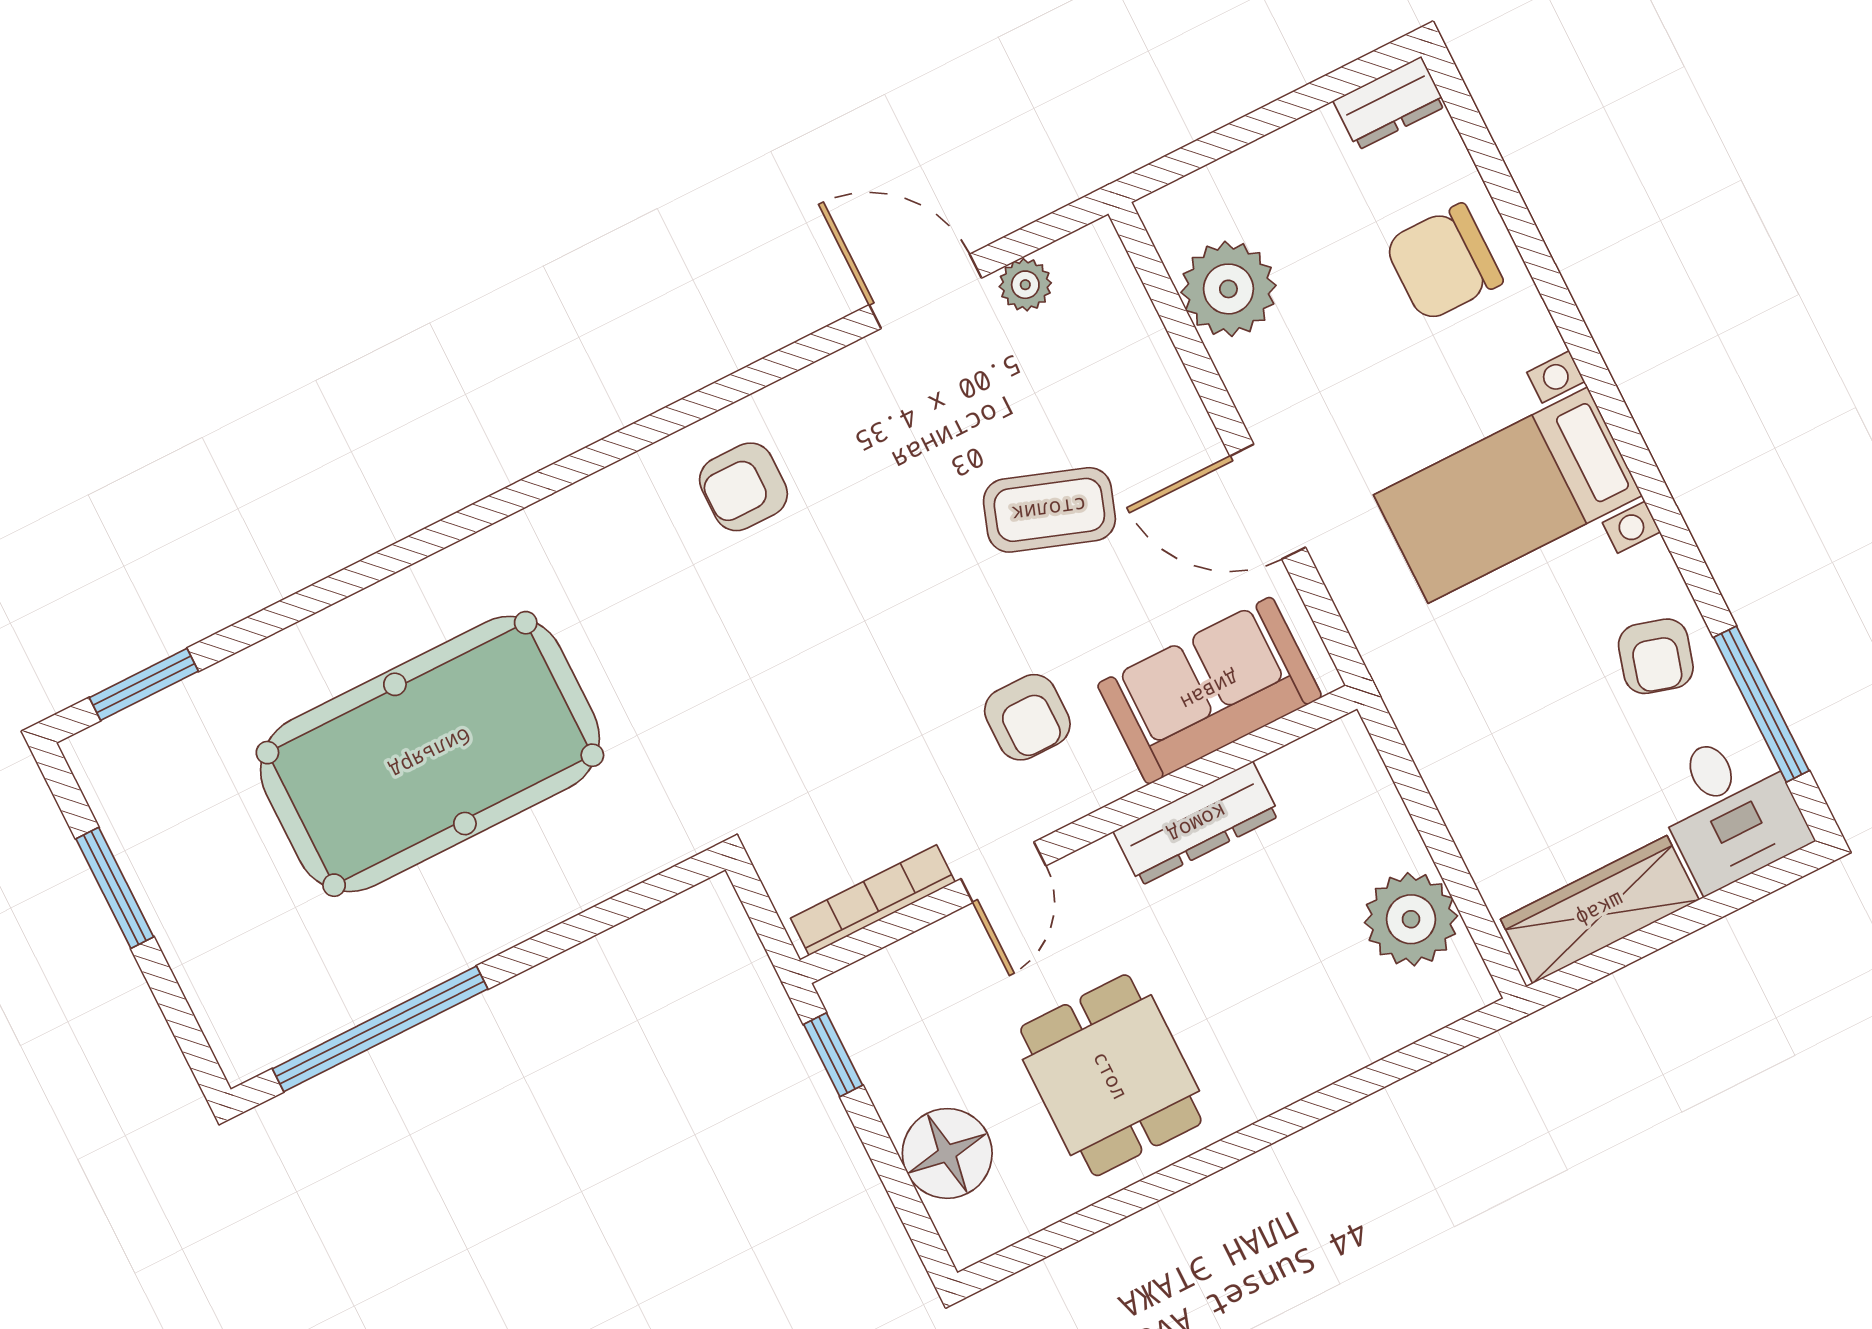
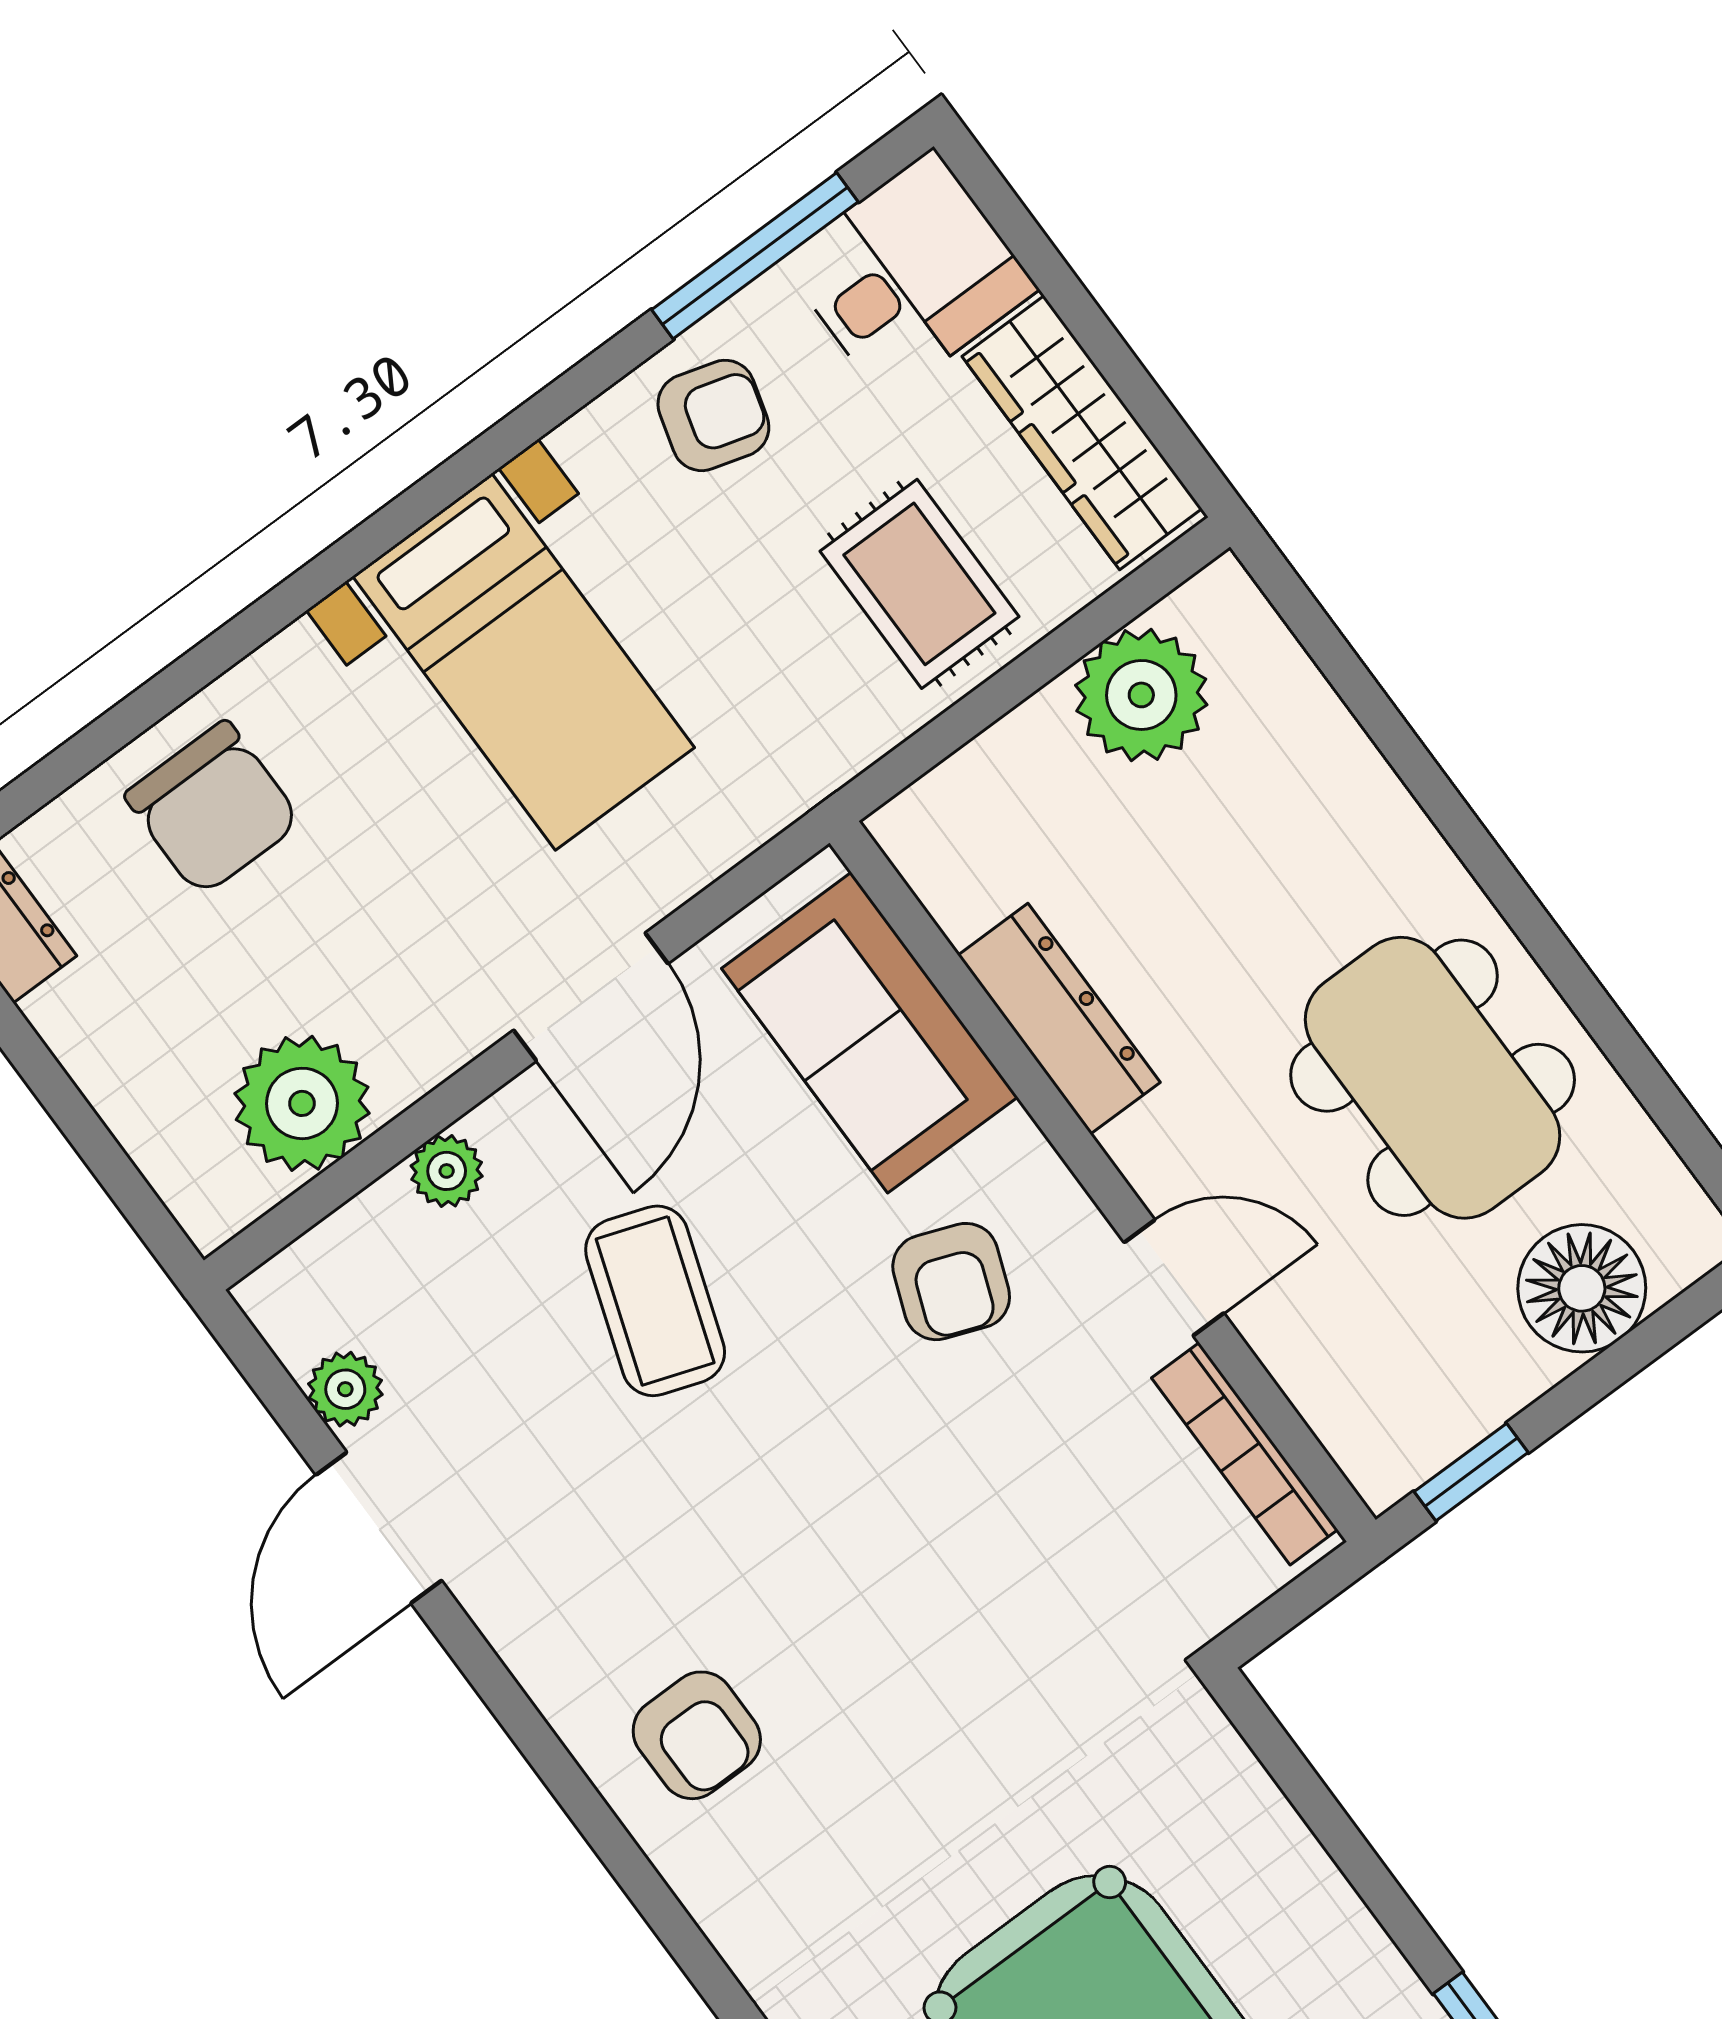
plant: (1164, 381) -> (447, 1171), added
armchair: (1027, 717) -> (951, 1282), turned 111
rug: (1514, 779) -> (919, 584), added
dining table: (1111, 1075) -> (1433, 1078), width x1.38

